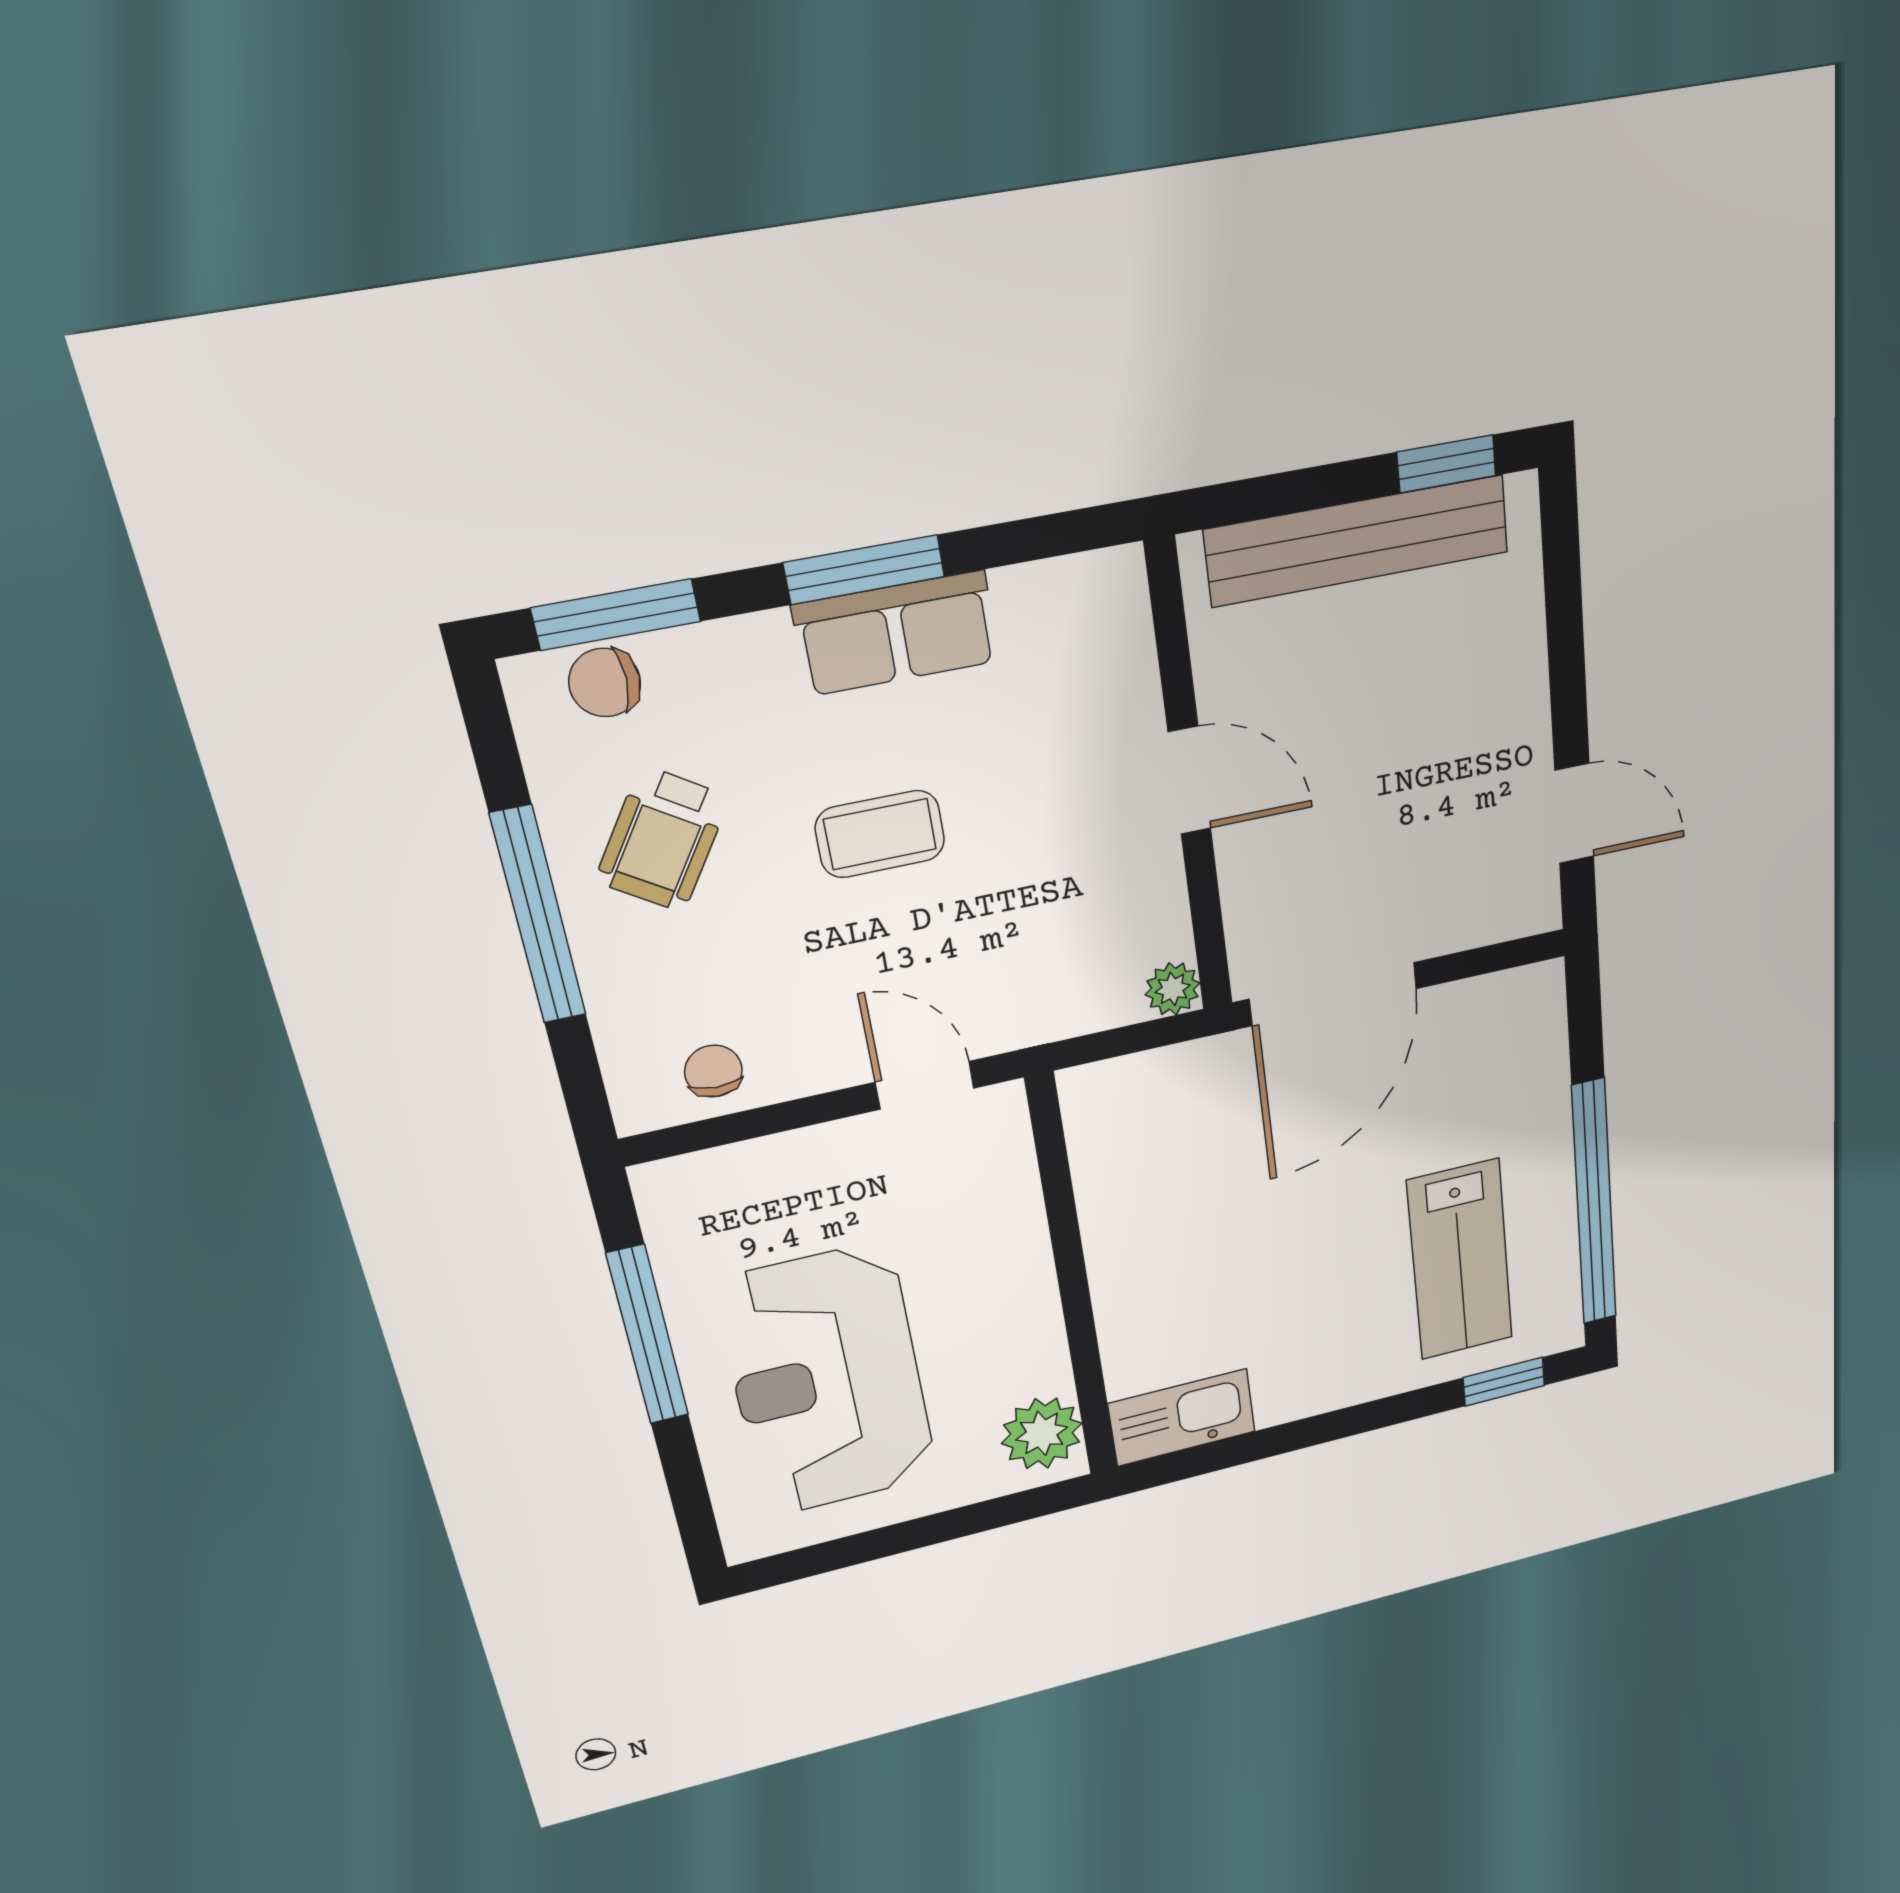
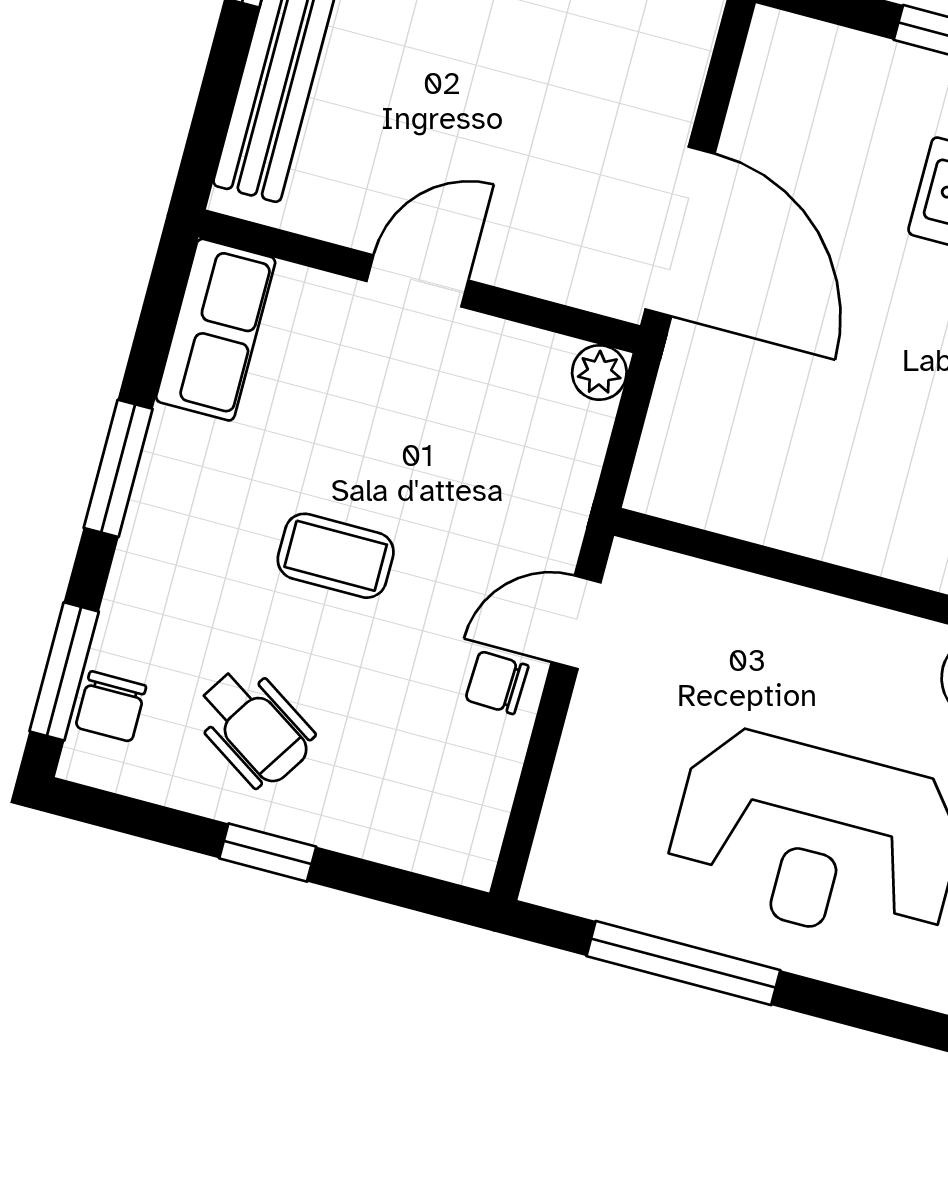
row of seats: (896, 633) -> (216, 330), moved
coffee table: (880, 834) -> (336, 556), turned 90
window: (538, 915) -> (268, 852), width x0.46
chair: (713, 1071) -> (497, 683), moved

